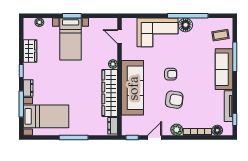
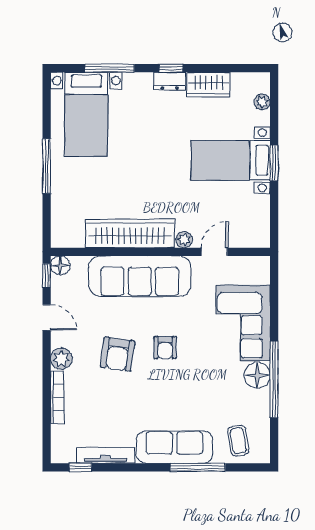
door: (120, 37) -> (214, 252), moved
dresser: (28, 88) -> (170, 81), moved
dresser: (113, 126) -> (69, 239), removed
floor lamp: (217, 130) -> (60, 265), moved

